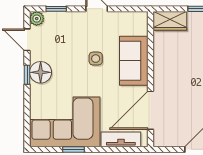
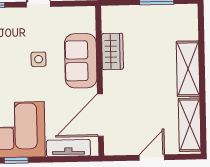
wardrobe: (170, 21) -> (112, 51), moved, turned -90

